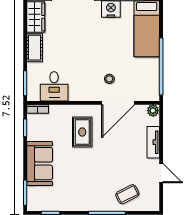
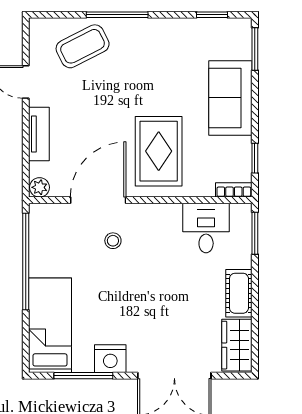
rug: (82, 132) -> (159, 151), width x1.36, depth x1.43
coffee table: (127, 194) -> (83, 46), width x1.36, depth x1.30

